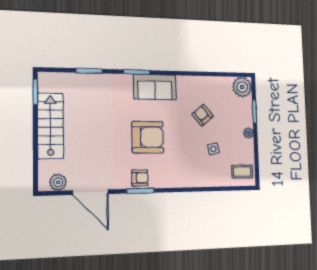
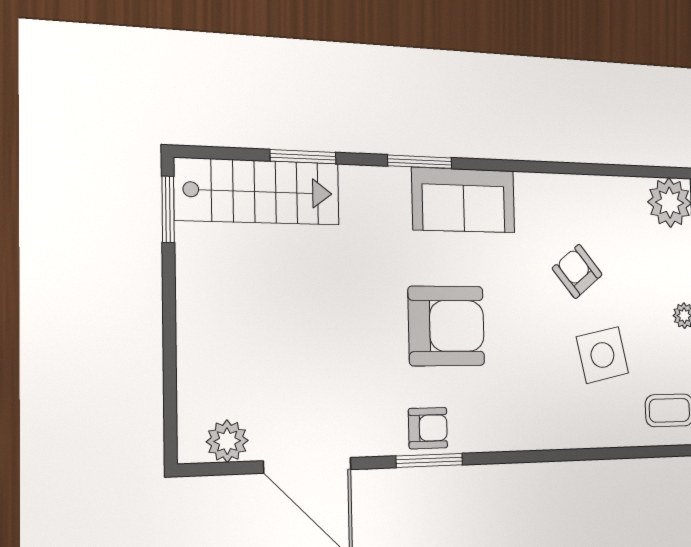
stairs: (50, 126) -> (258, 192), moved, turned 90
side table: (213, 149) -> (602, 355), width x1.87, depth x1.87

